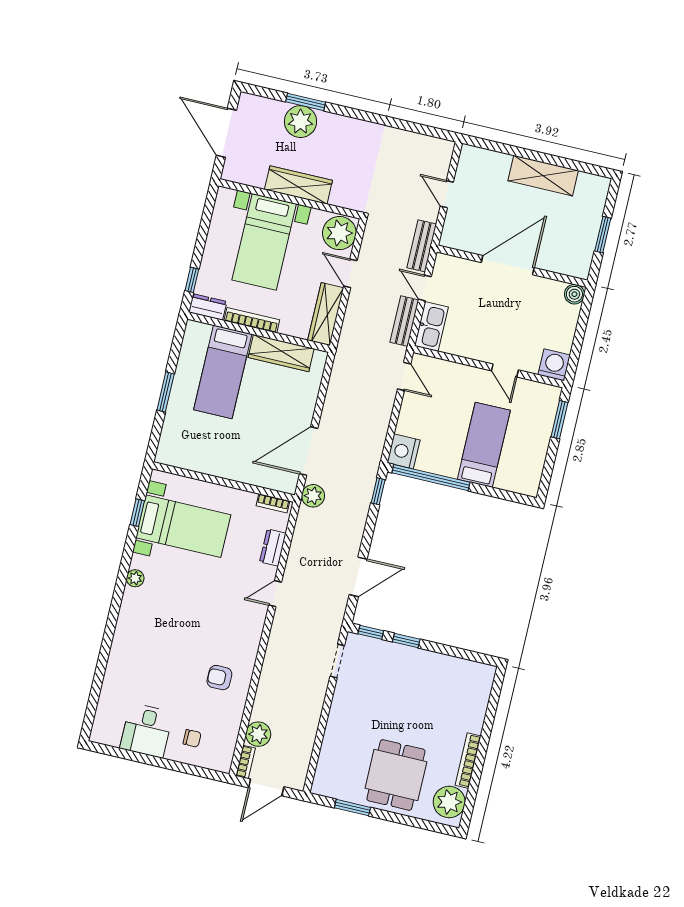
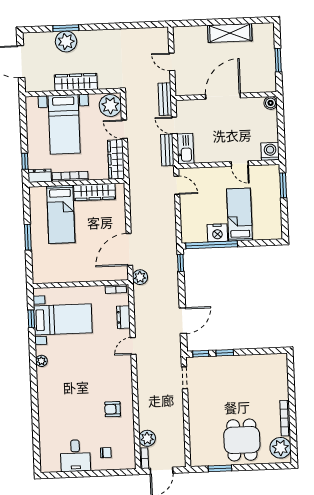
nightstand: (404, 451) -> (217, 233), moved, turned -90

